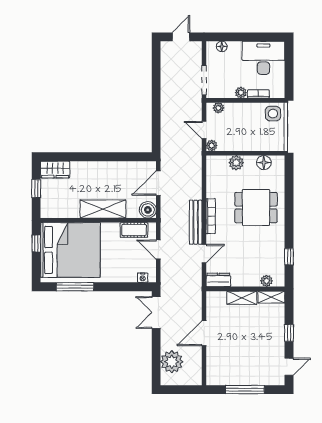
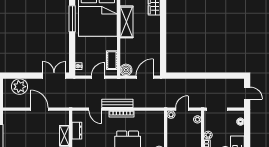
plant: (236, 163) -> (159, 132), removed
door: (158, 183) -> (145, 77), hinge flipped
shelving: (103, 209) -> (127, 22), moved
dresser: (218, 280) -> (77, 131), moved

